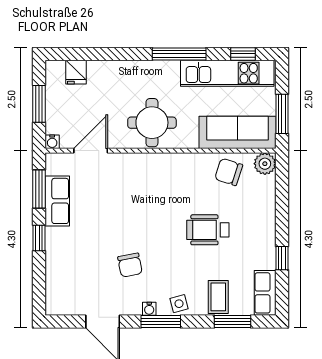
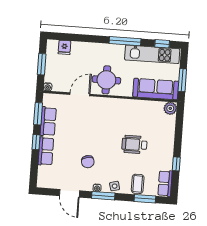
door: (91, 151) -> (80, 94), moved
chair: (229, 172) -> (149, 112), removed
row of seats: (57, 252) -> (46, 151), added

